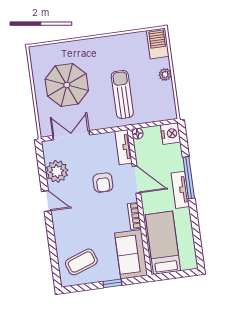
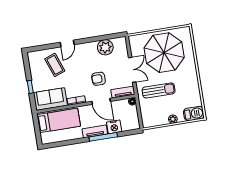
parasol: (67, 85) -> (164, 53), width x1.36, depth x1.36
nightstand: (171, 134) -> (114, 127), moved
double door: (71, 135) -> (132, 70), moved
door: (136, 180) -> (101, 101), hinge flipped
door: (46, 201) -> (67, 44), moved
coffee table: (81, 262) -> (55, 65), moved

